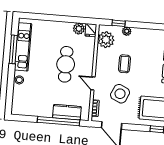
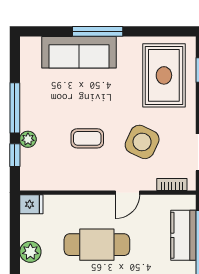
window: (144, 25) -> (15, 108), added
plant: (79, 29) -> (30, 252), moved
plant: (106, 40) -> (46, 175), removed

